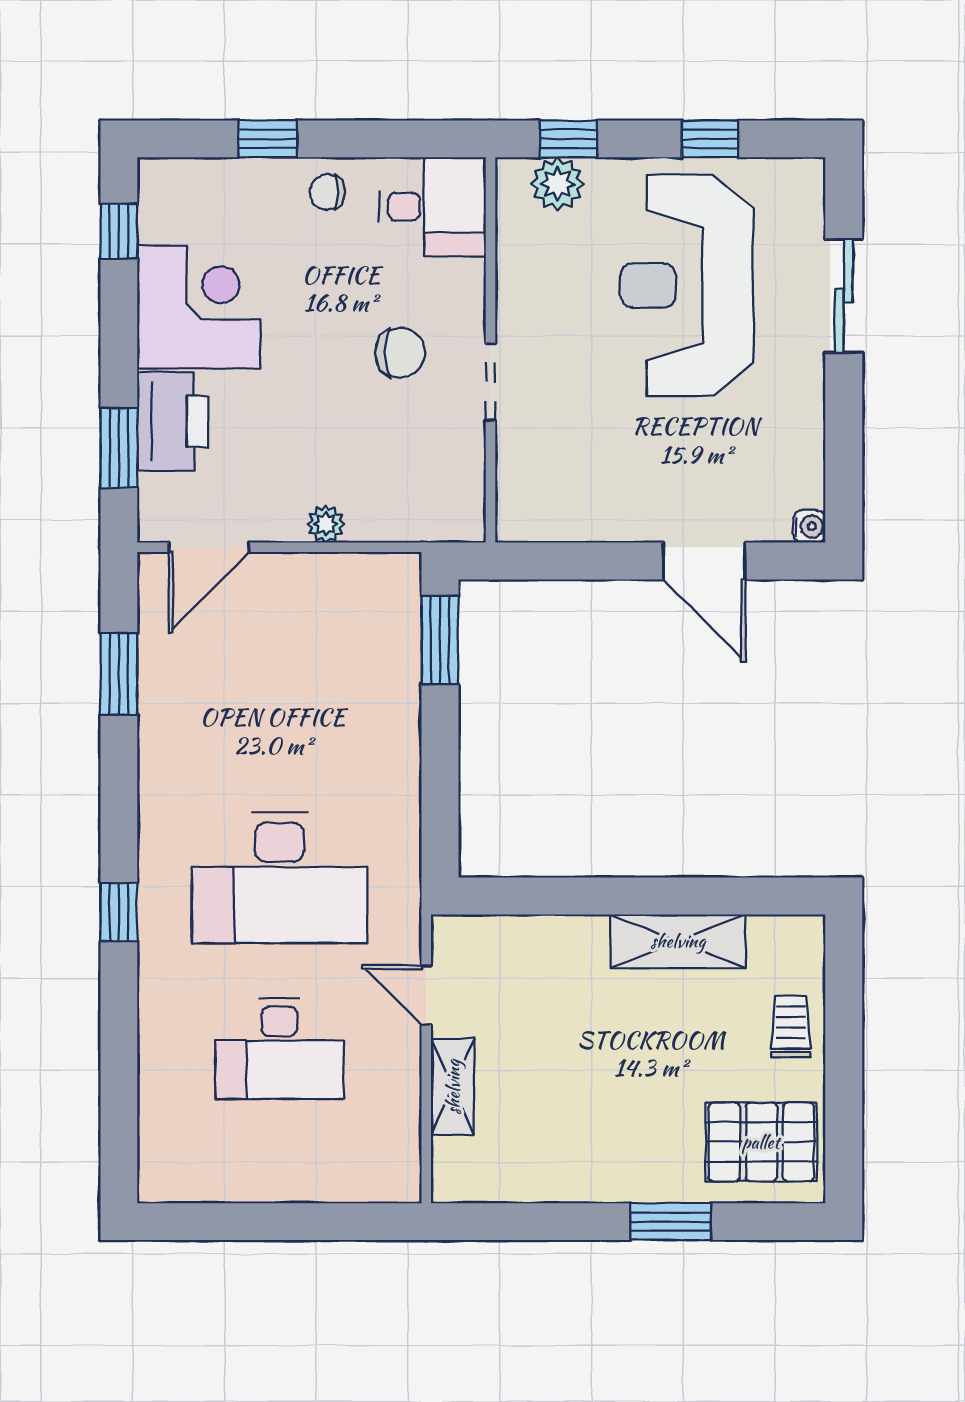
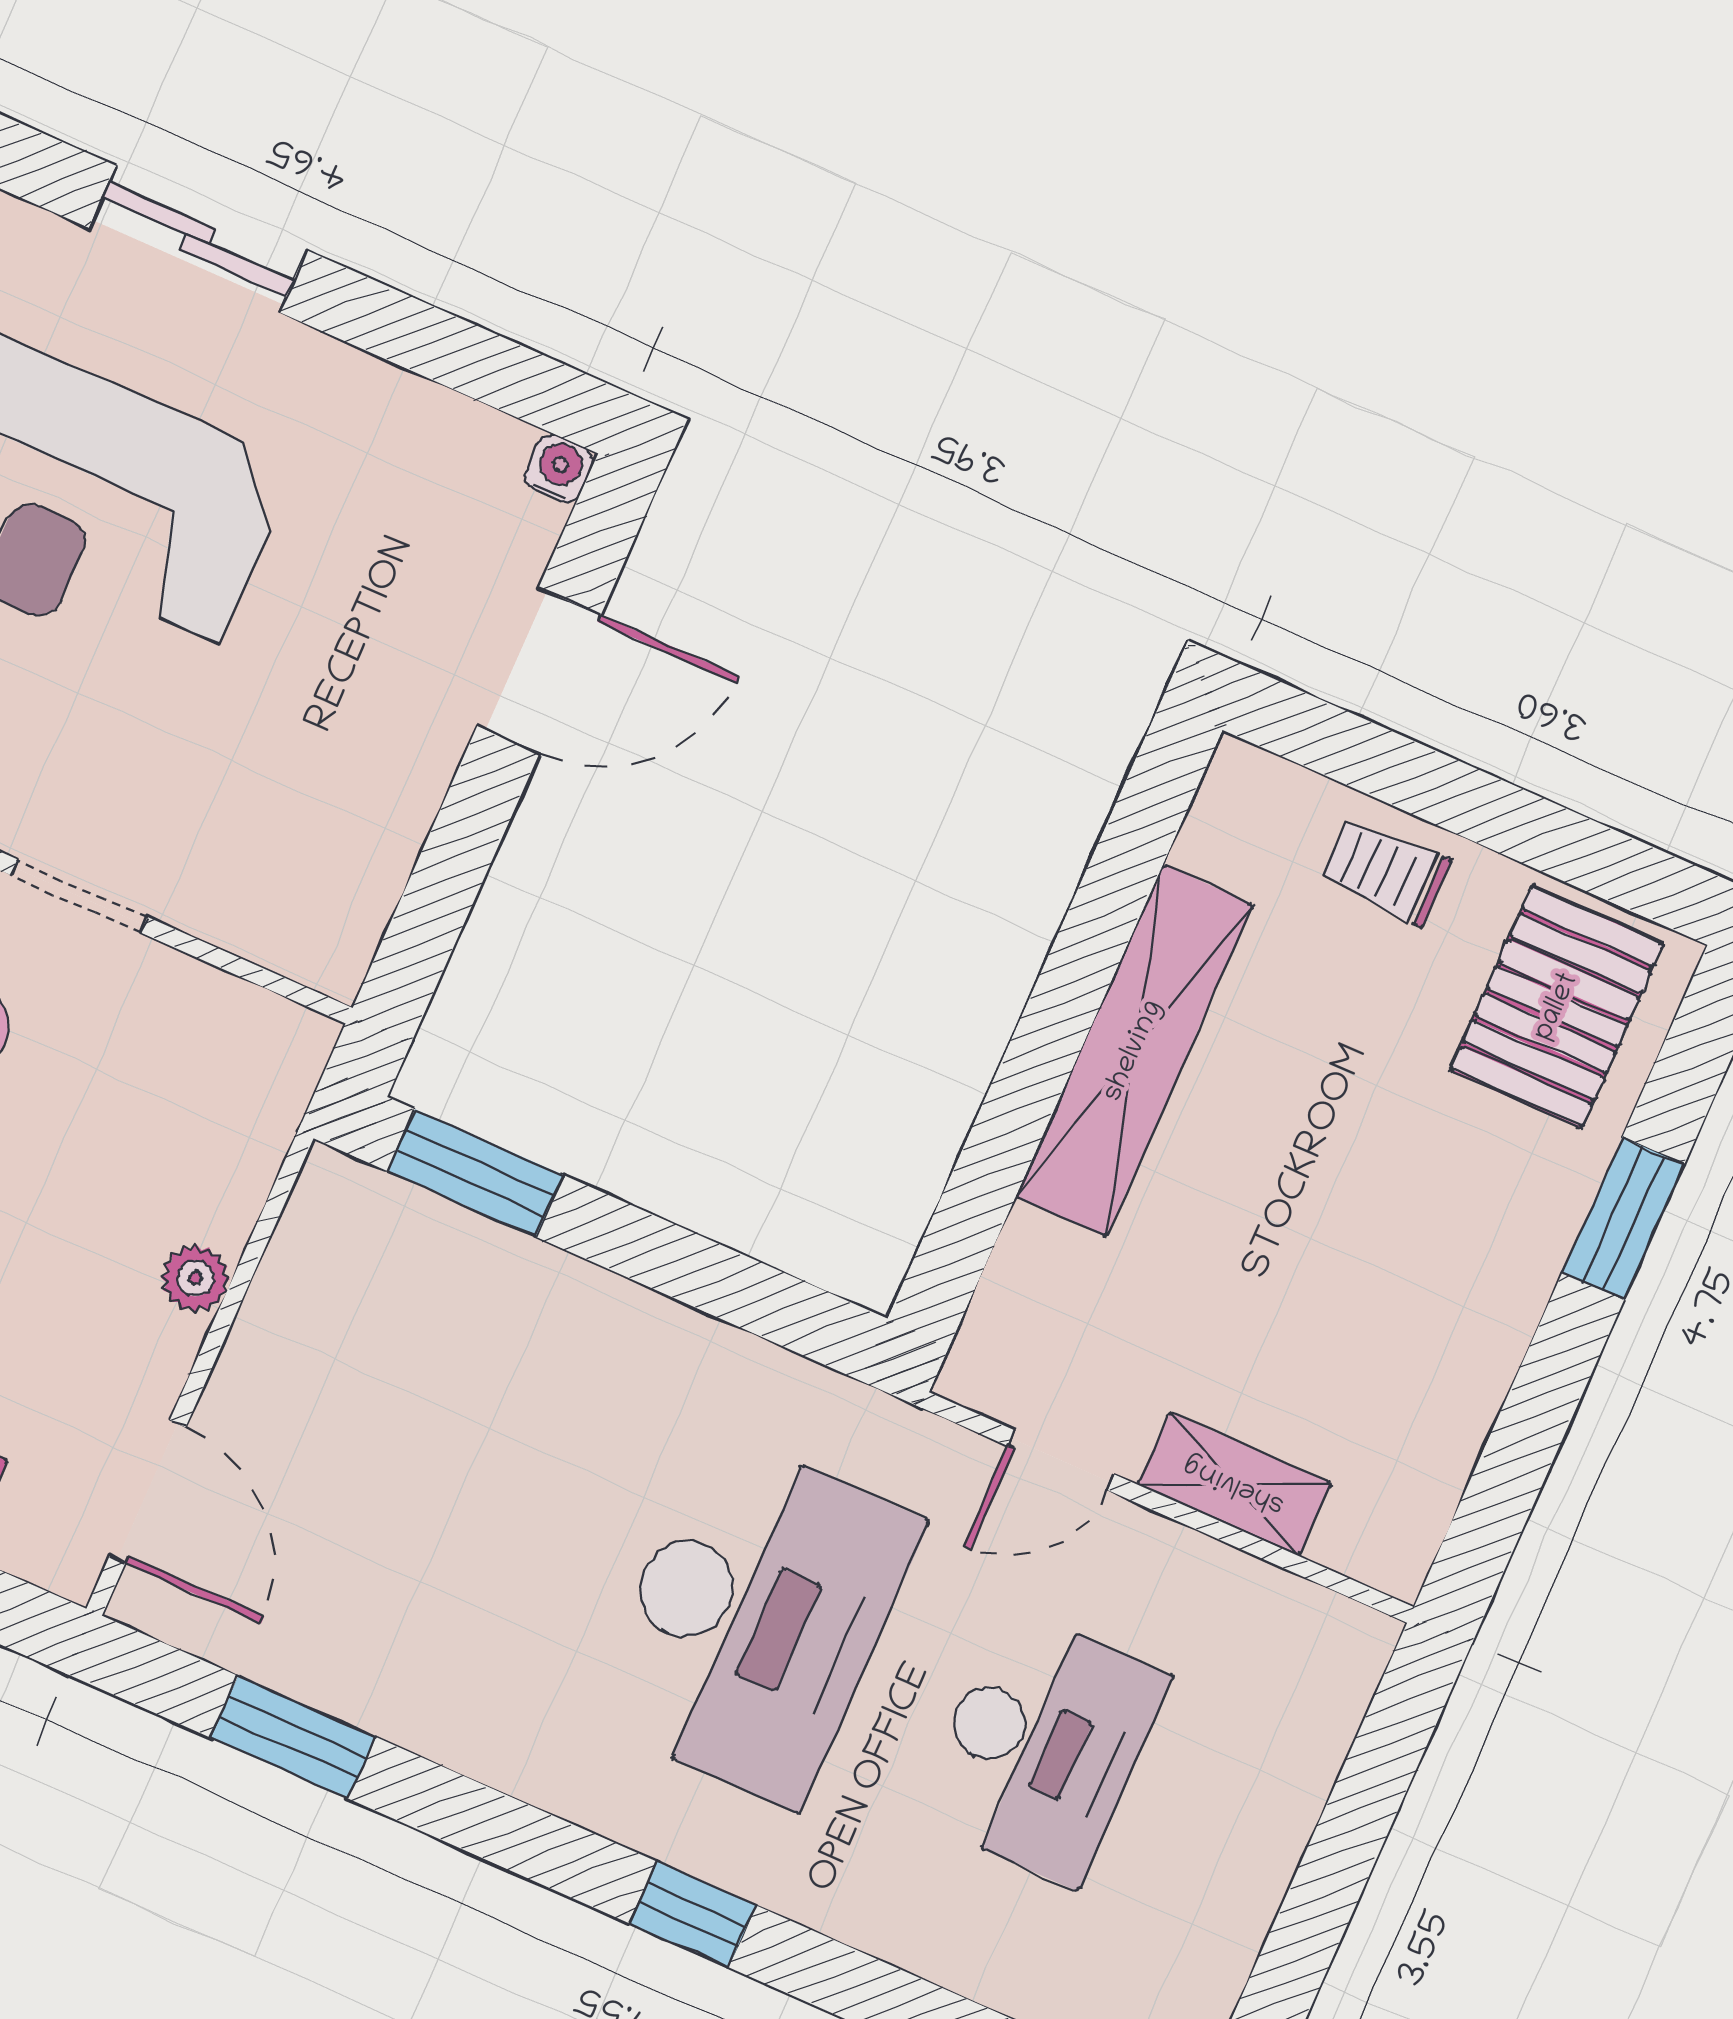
shelving: (678, 941) -> (1134, 1051), width x1.47

